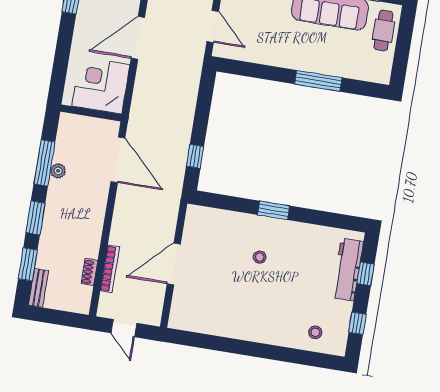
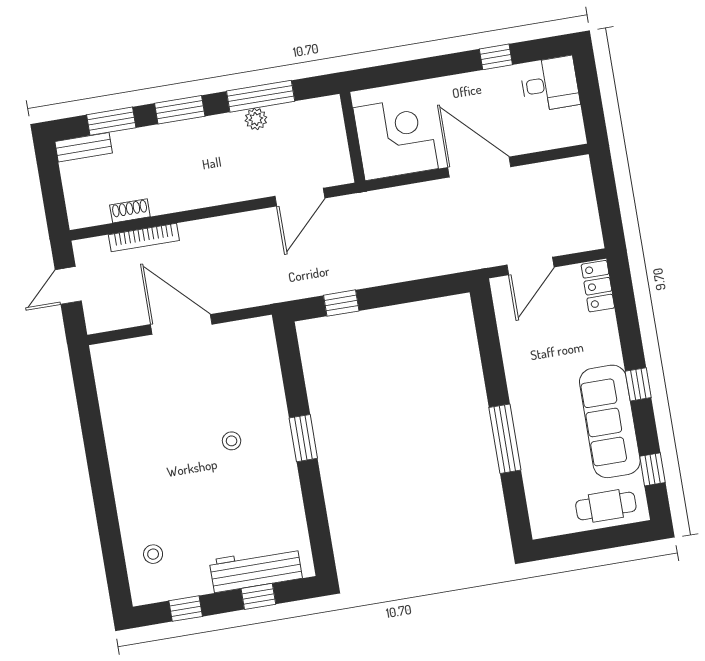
door: (118, 160) -> (300, 197), width x0.73

